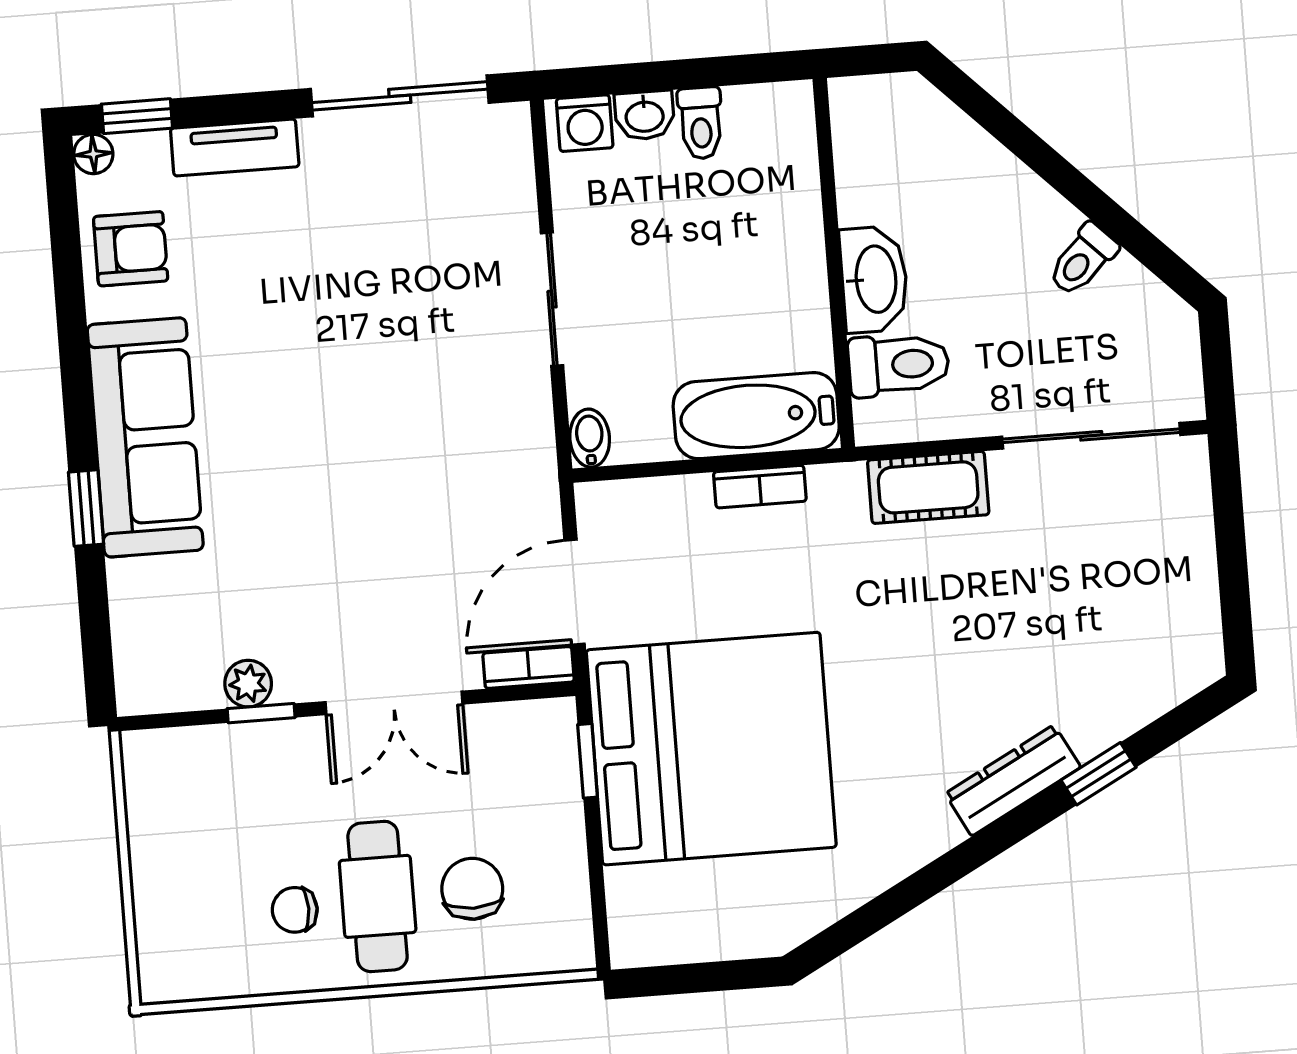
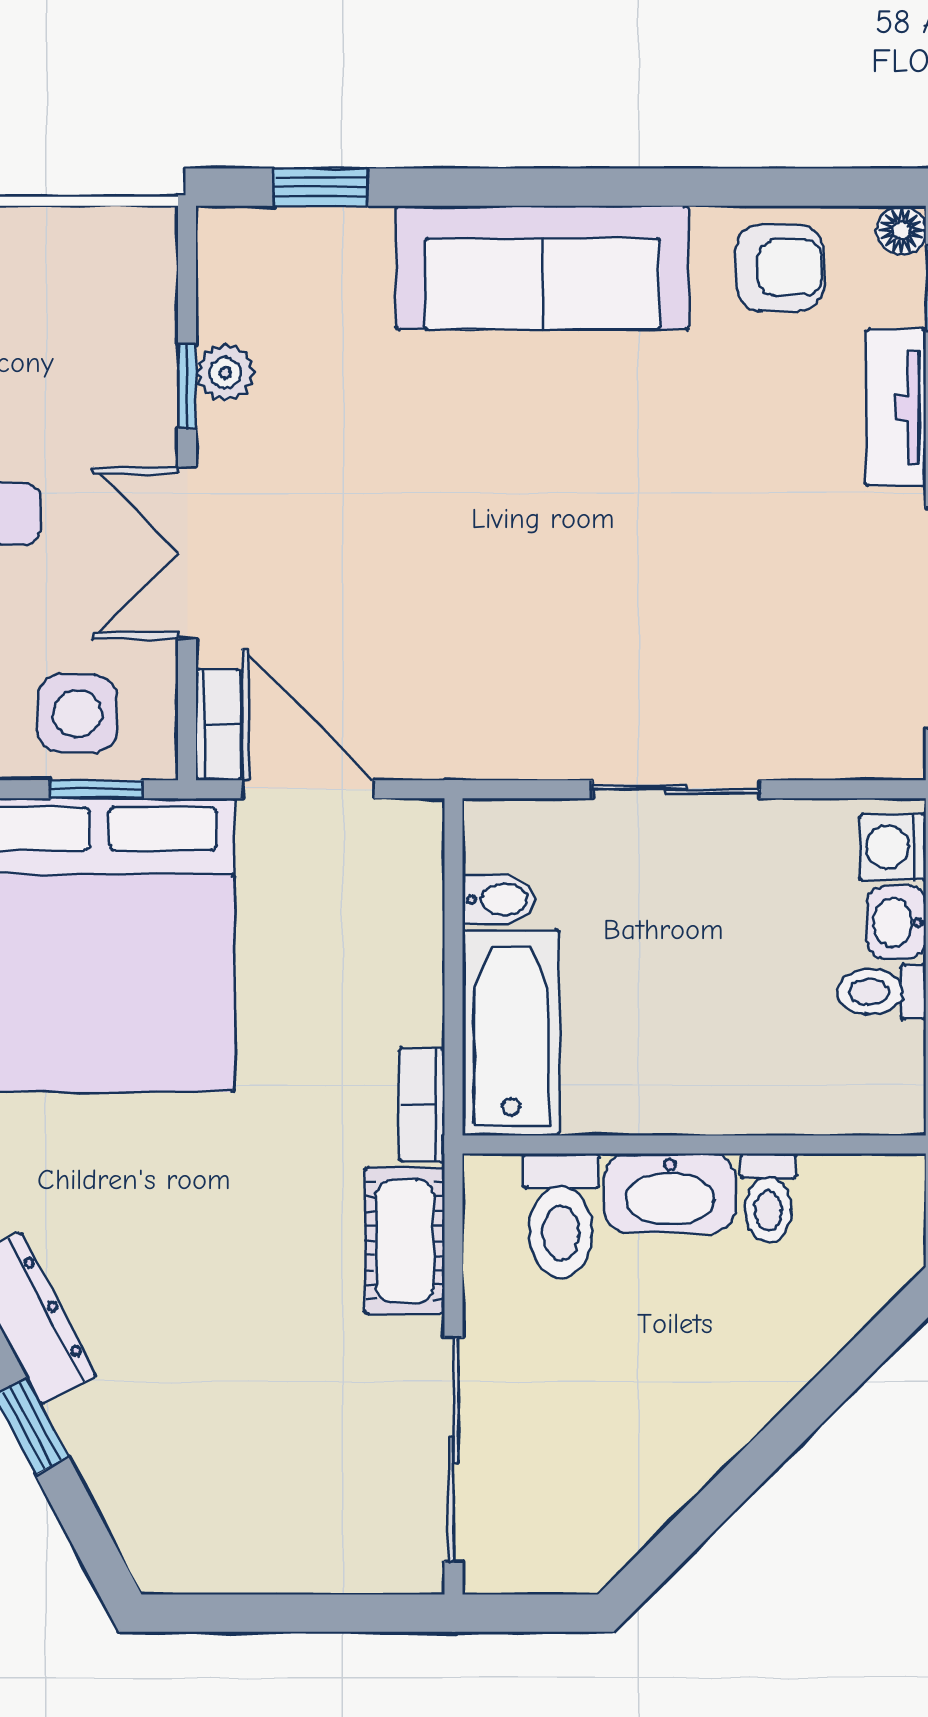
armchair: (131, 249) -> (779, 268), turned -90
toilet: (1083, 260) -> (768, 1198), moved, turned -135
bidet: (590, 438) -> (499, 900), moved
bookcase: (760, 487) -> (422, 1105), moved
window: (86, 508) -> (321, 187), moved
side table: (528, 781) -> (77, 713), added

